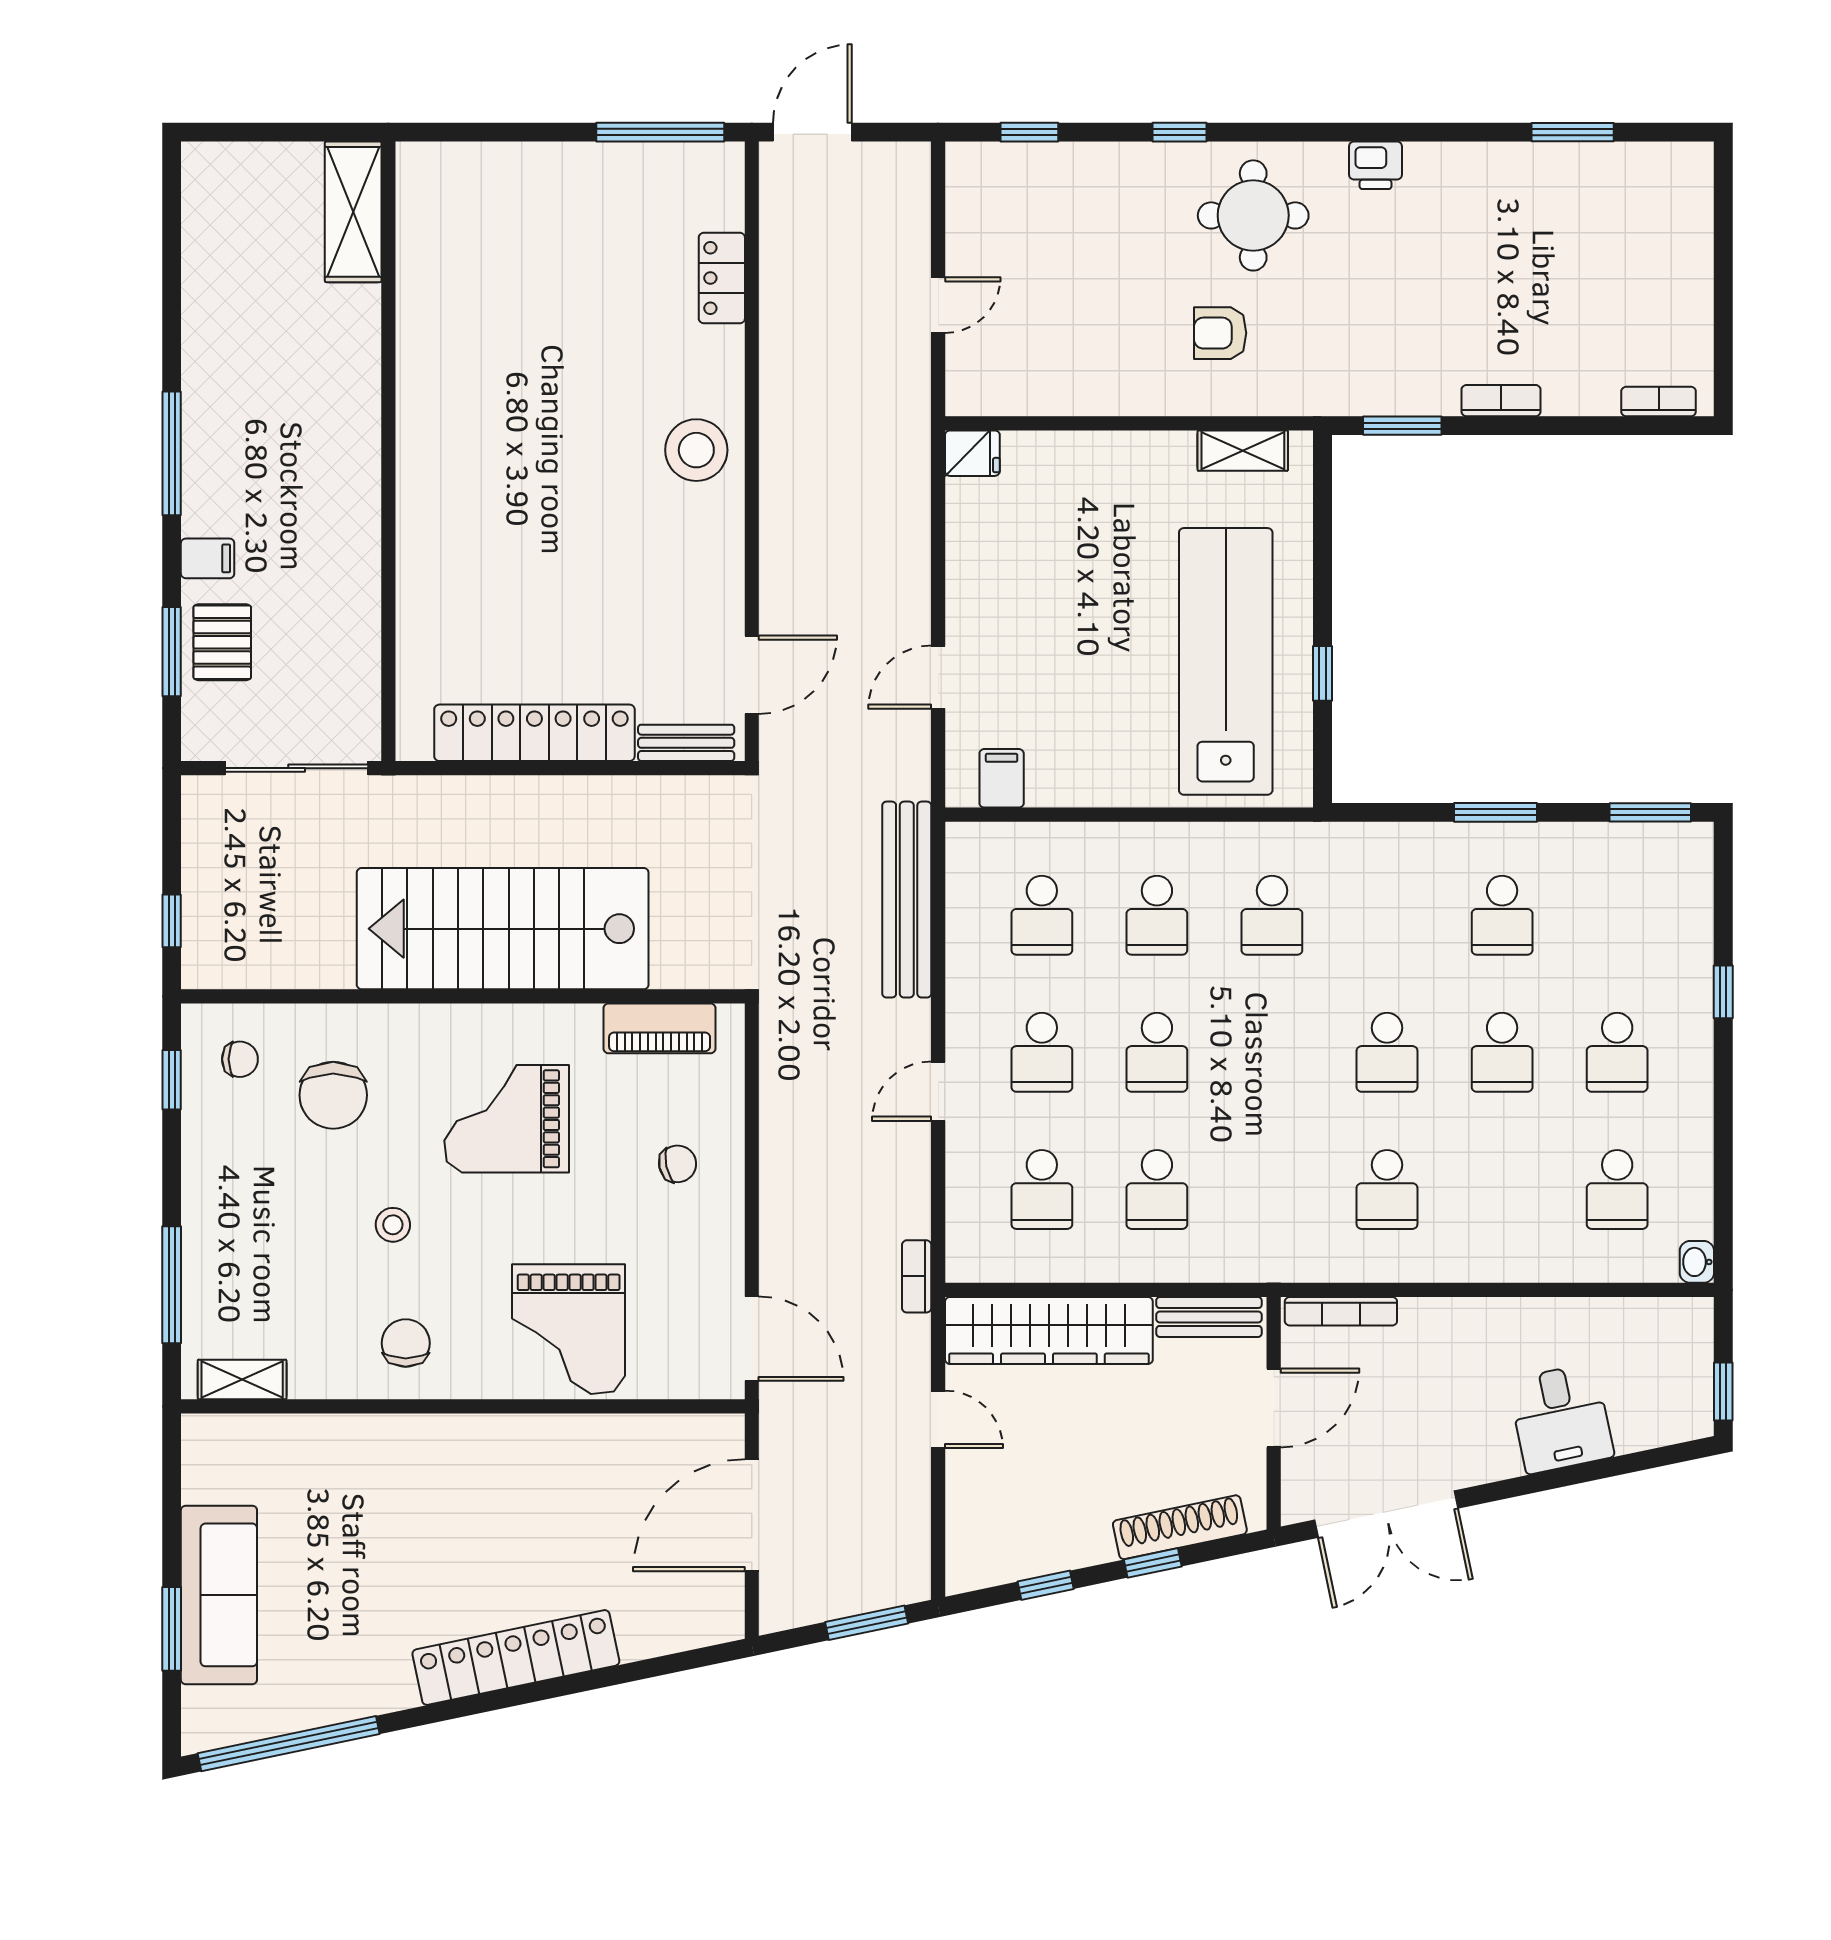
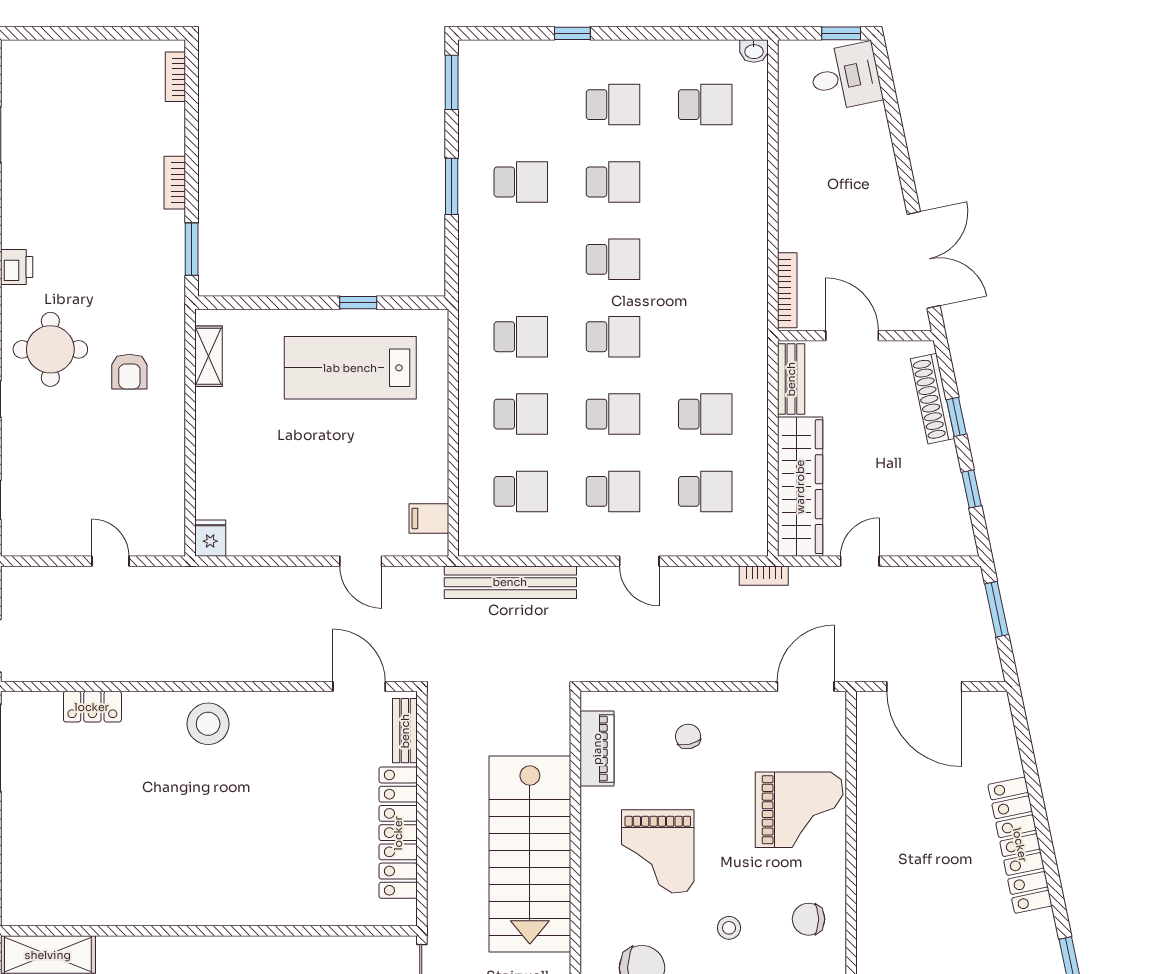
lab bench: (1226, 661) -> (350, 368), width x0.73
school desk: (1387, 1189) -> (613, 337), moved
desk: (1561, 1418) -> (845, 77), moved

